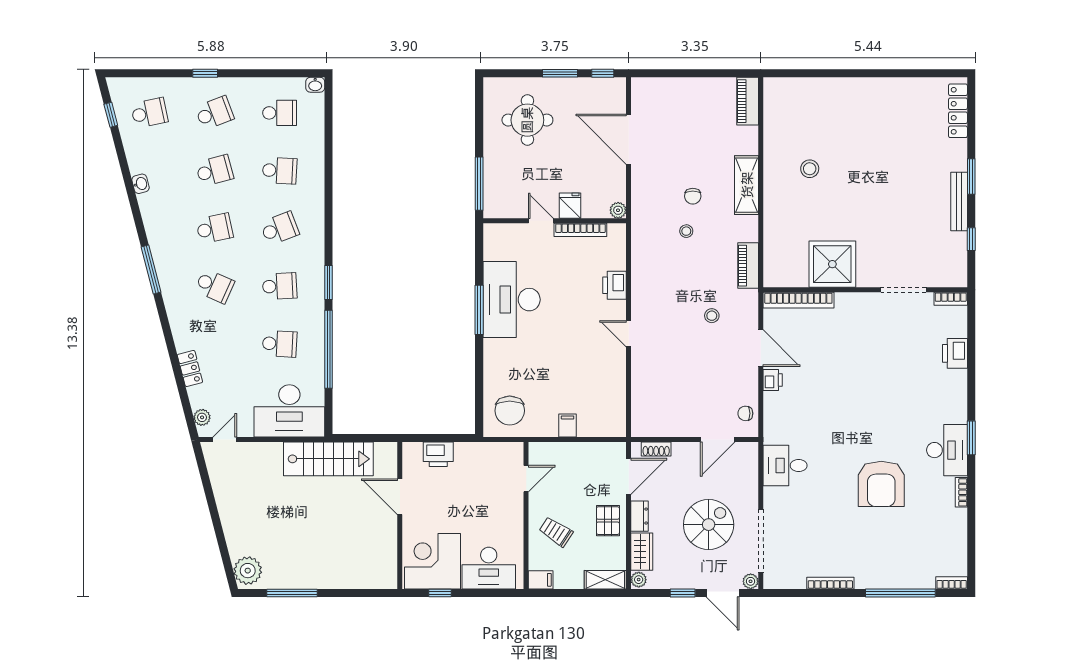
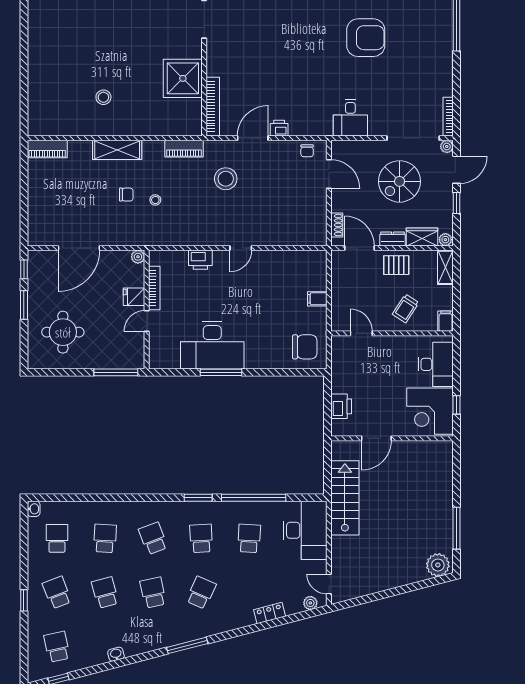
stool: (712, 316) -> (226, 179), width x1.89, depth x1.89
spiral stairs: (709, 525) -> (400, 181), turned -90
bookcase: (830, 583) -> (448, 117), moved

